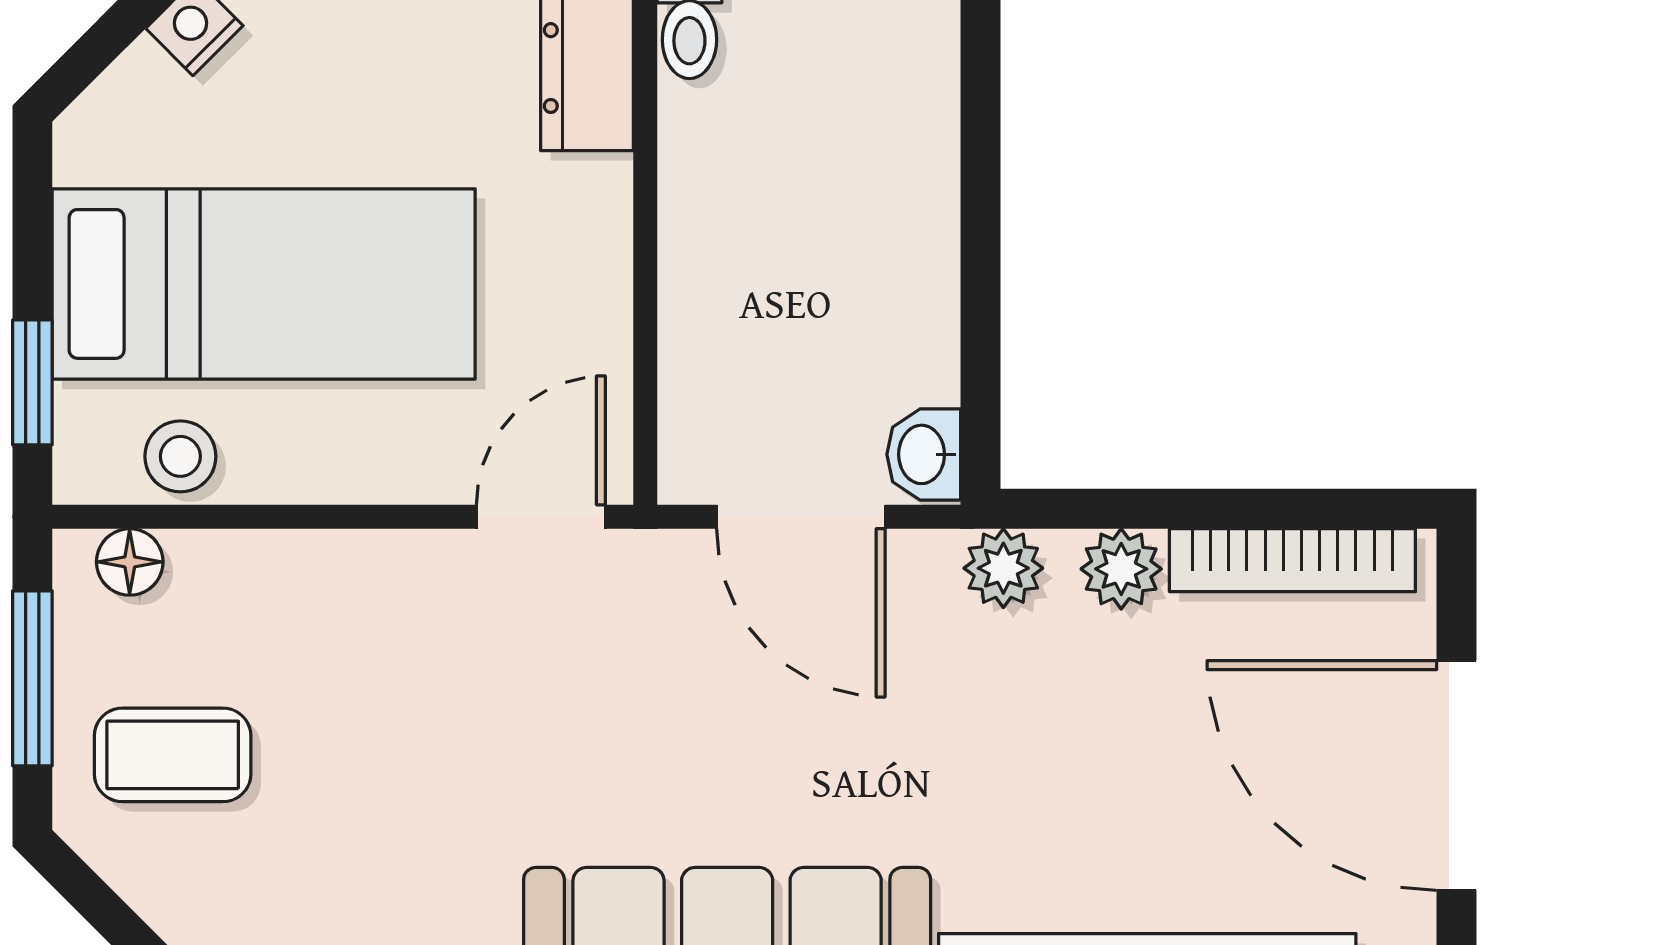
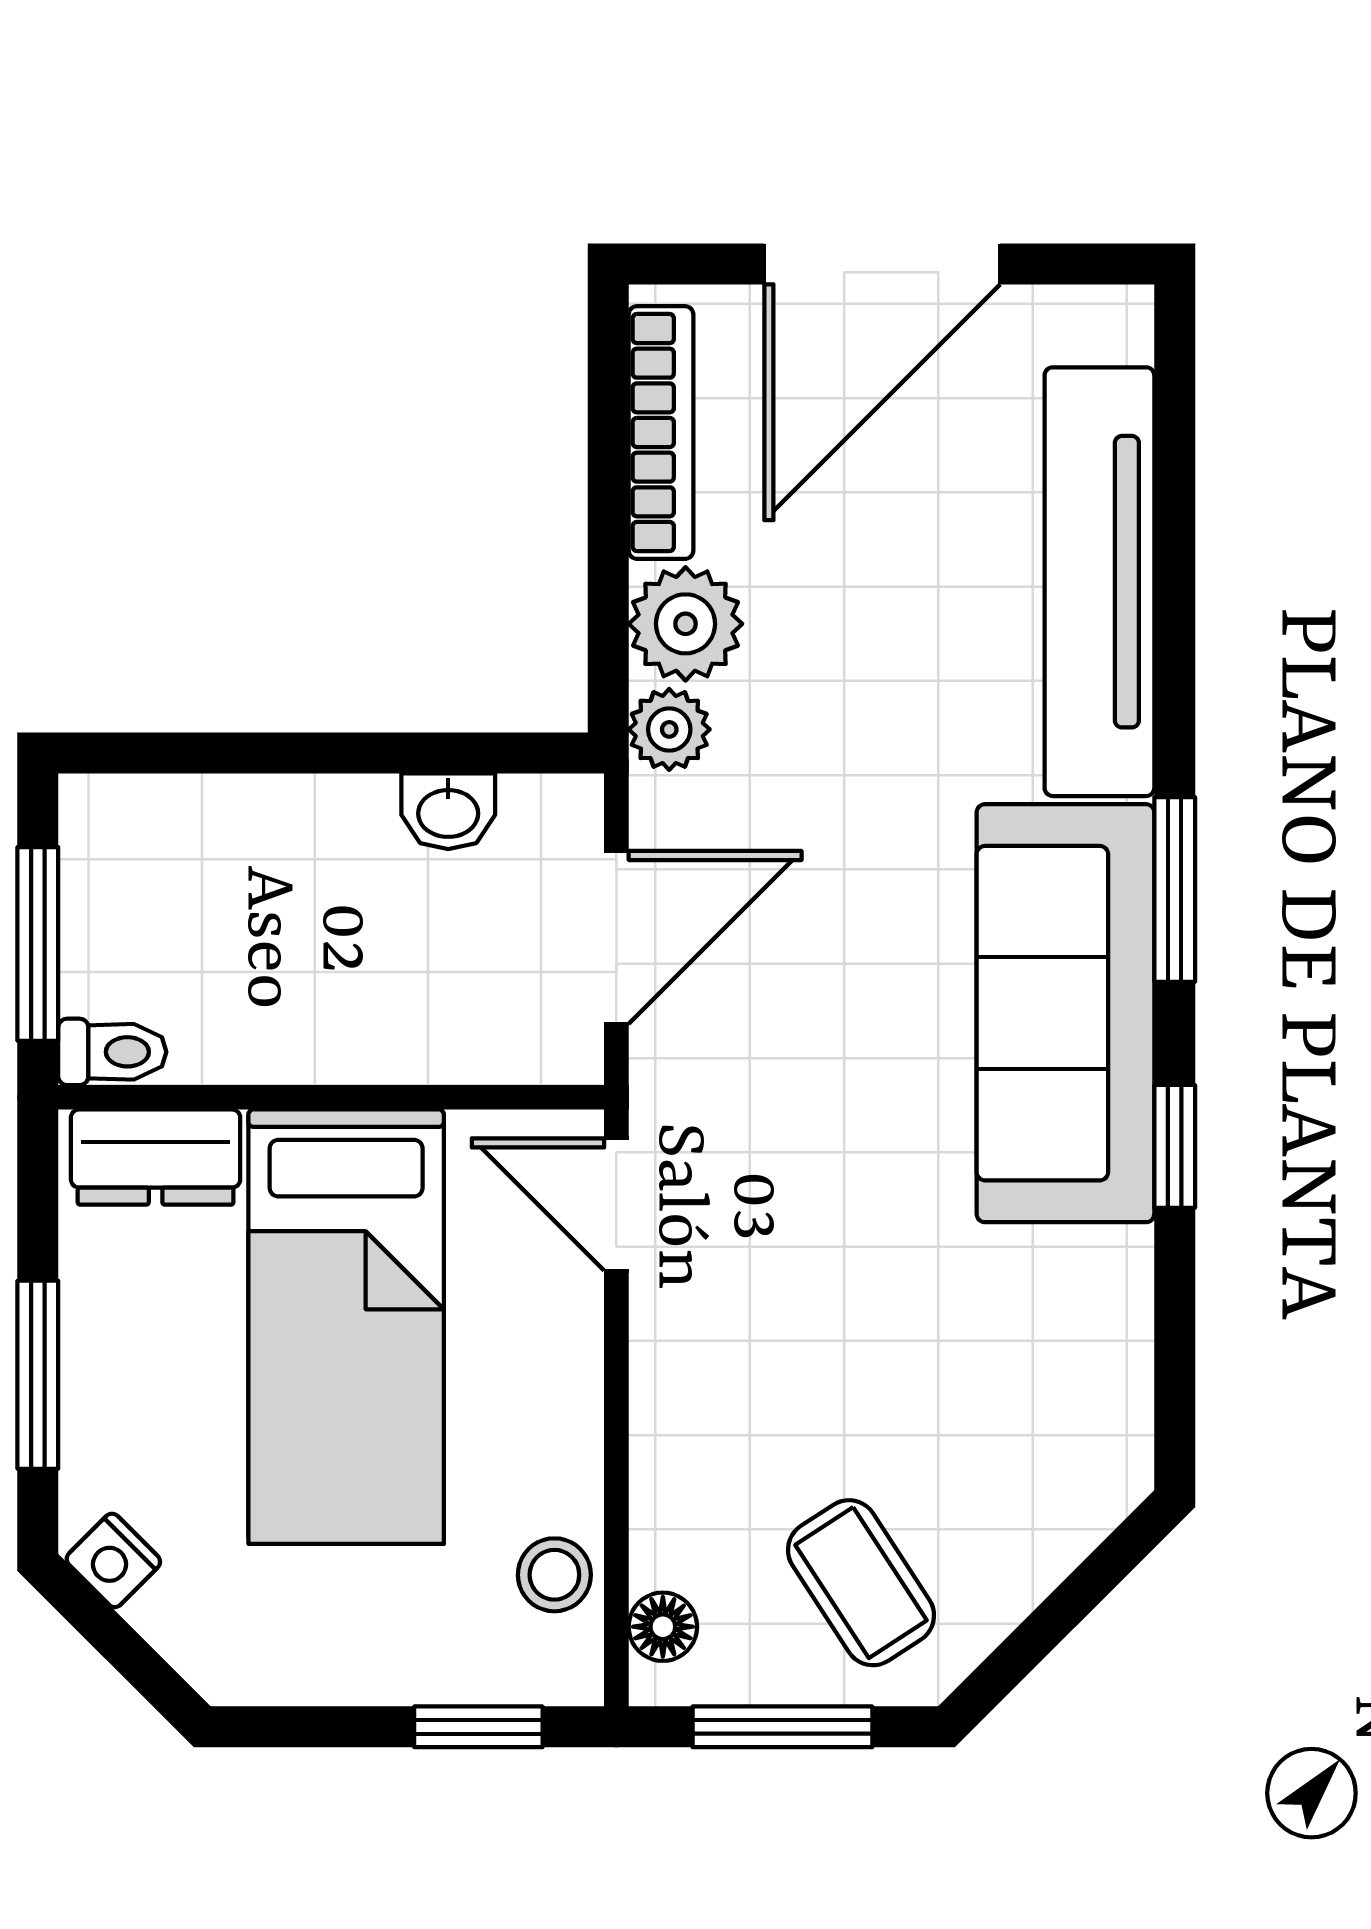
bed: (264, 284) -> (346, 1327), moved, turned 180
washbasin: (924, 454) -> (448, 811), moved
plant: (1121, 569) -> (686, 624), width x1.38, depth x1.38
coffee table: (173, 755) -> (861, 1583), turned -33

